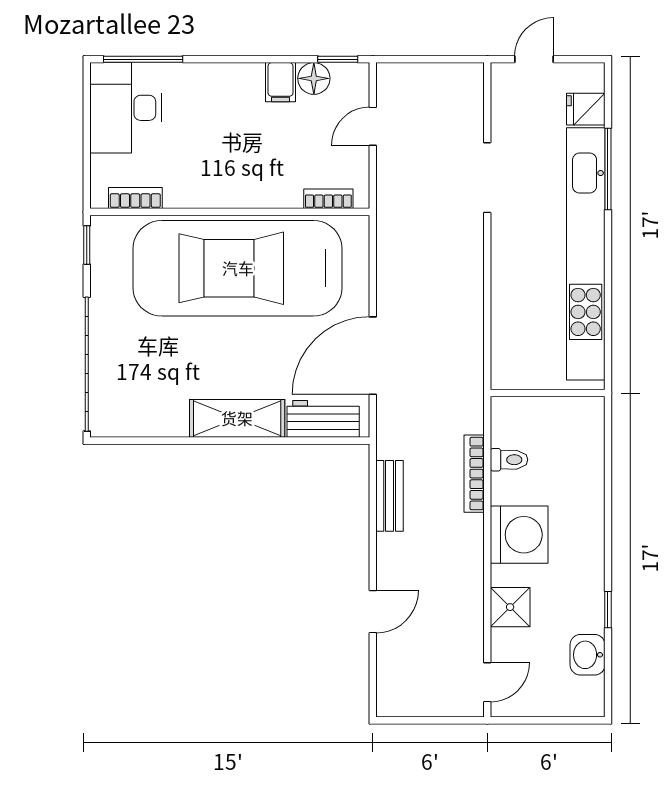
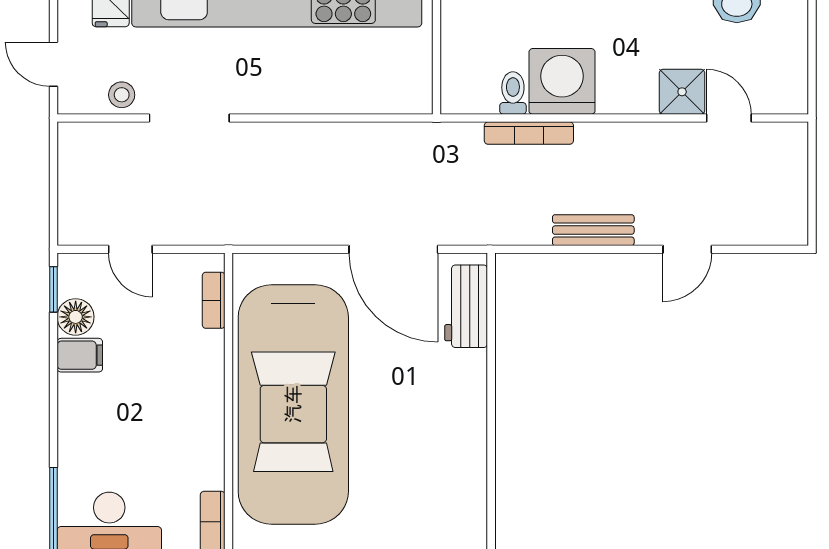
stool: (507, 119) -> (122, 95), added
shelving: (237, 418) -> (466, 405), removed
bench: (390, 496) -> (593, 230), moved
washing machine: (519, 535) -> (562, 81), moved
door: (373, 612) -> (687, 249), swing flipped
door: (487, 682) -> (729, 118), moved

